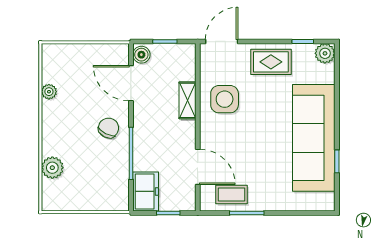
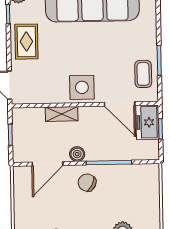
boiler: (141, 55) -> (77, 154), moved
side table: (225, 99) -> (82, 87), moved
door: (198, 167) -> (120, 104), swing flipped
freezer: (146, 191) -> (147, 122), moved, turned -90

